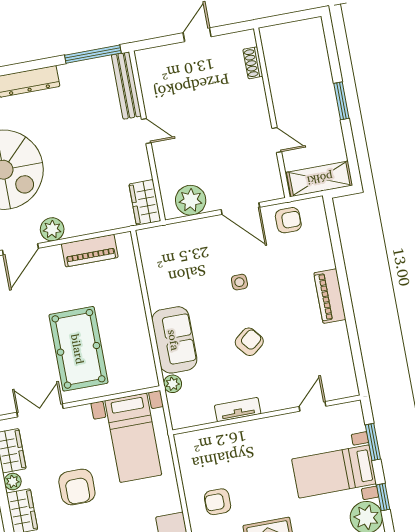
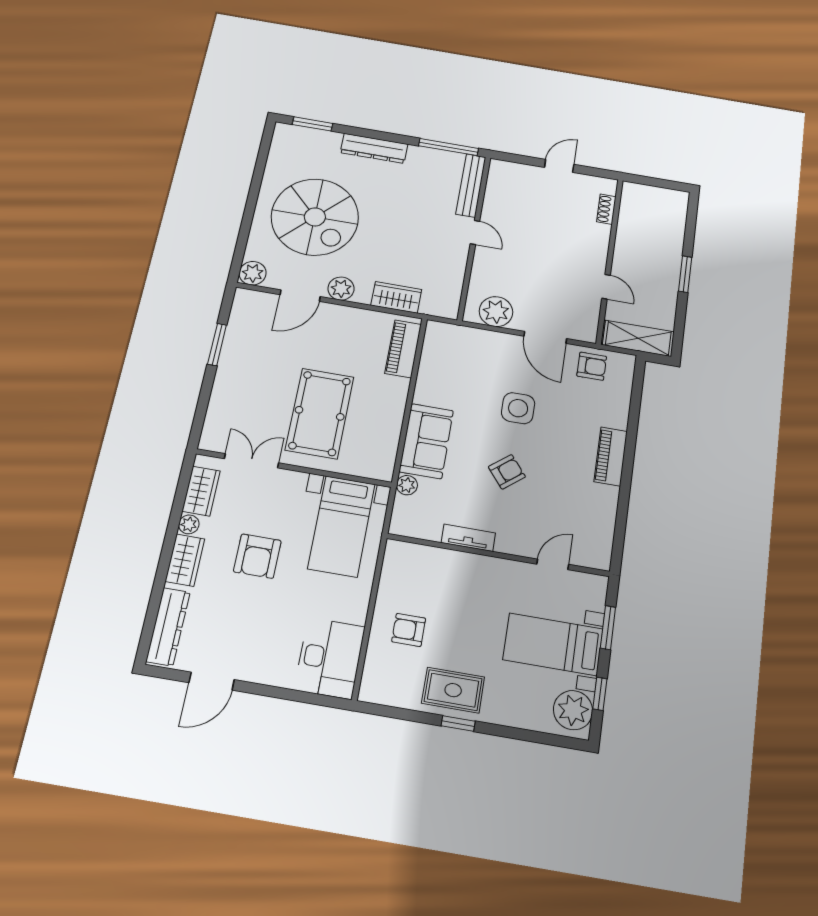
wardrobe: (145, 202) -> (396, 297), moved, turned 90
piano: (90, 251) -> (403, 349), moved, turned 90
side table: (239, 282) -> (518, 408), width x1.87, depth x1.87

